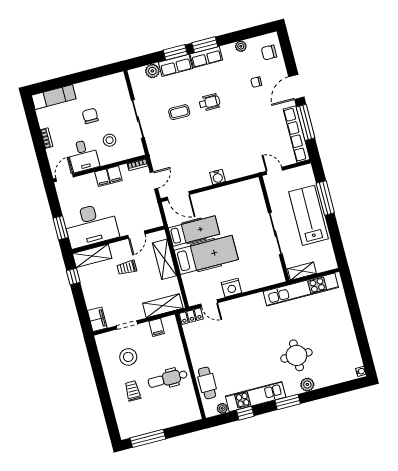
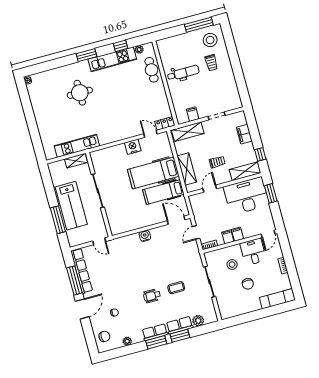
kitchen unit: (301, 289) -> (77, 146), width x0.73
filing cabinet: (97, 319) -> (244, 134), moved
stool: (128, 357) -> (210, 40), moved
plant: (307, 385) -> (71, 69), removed

